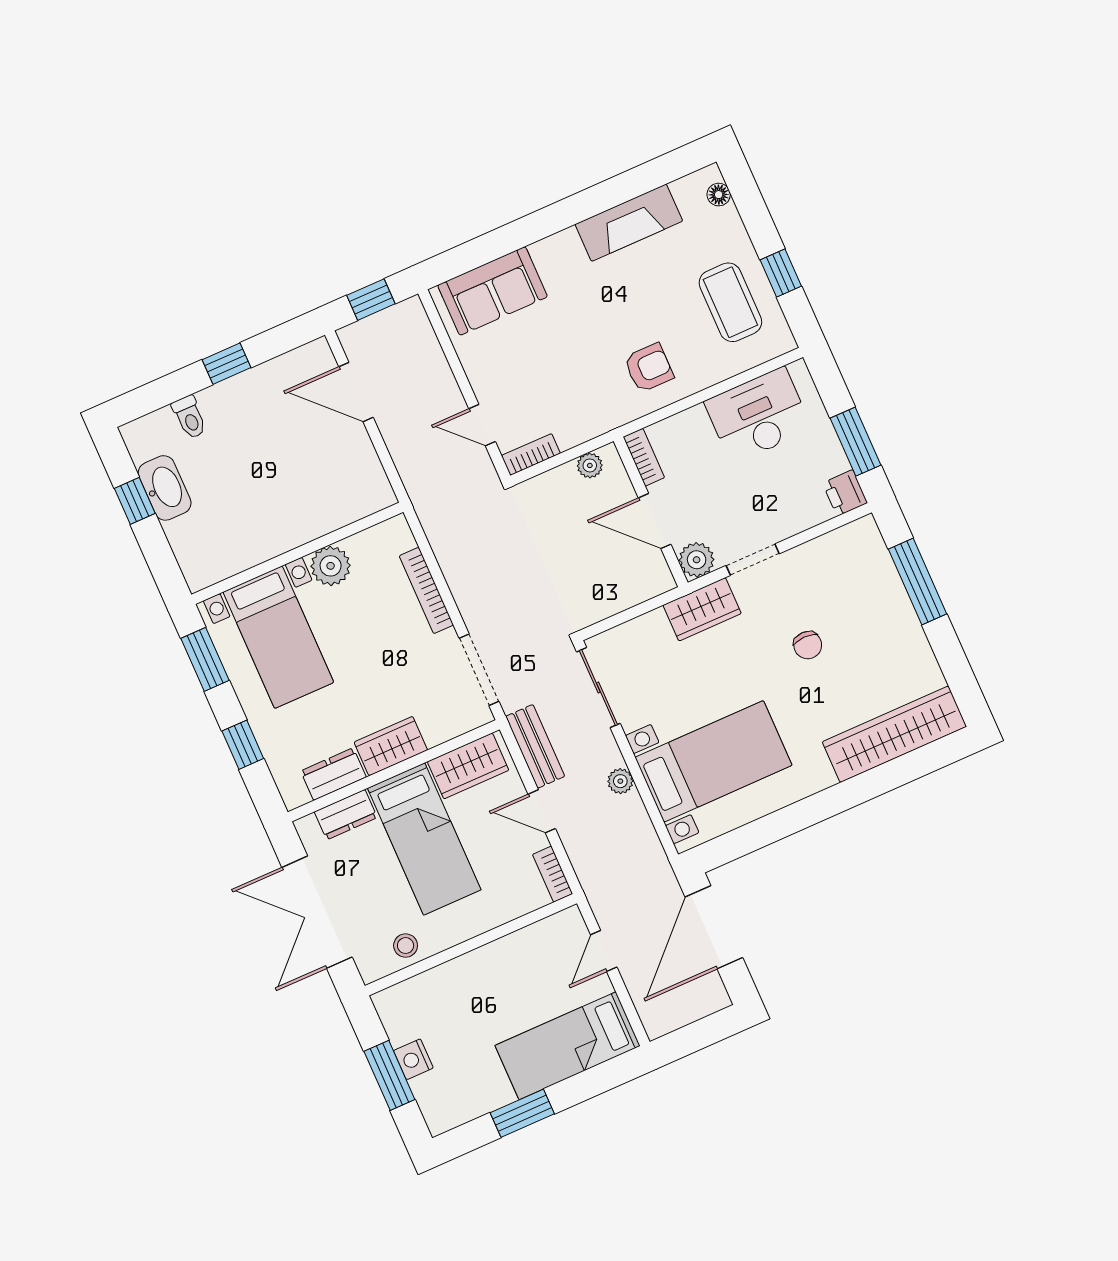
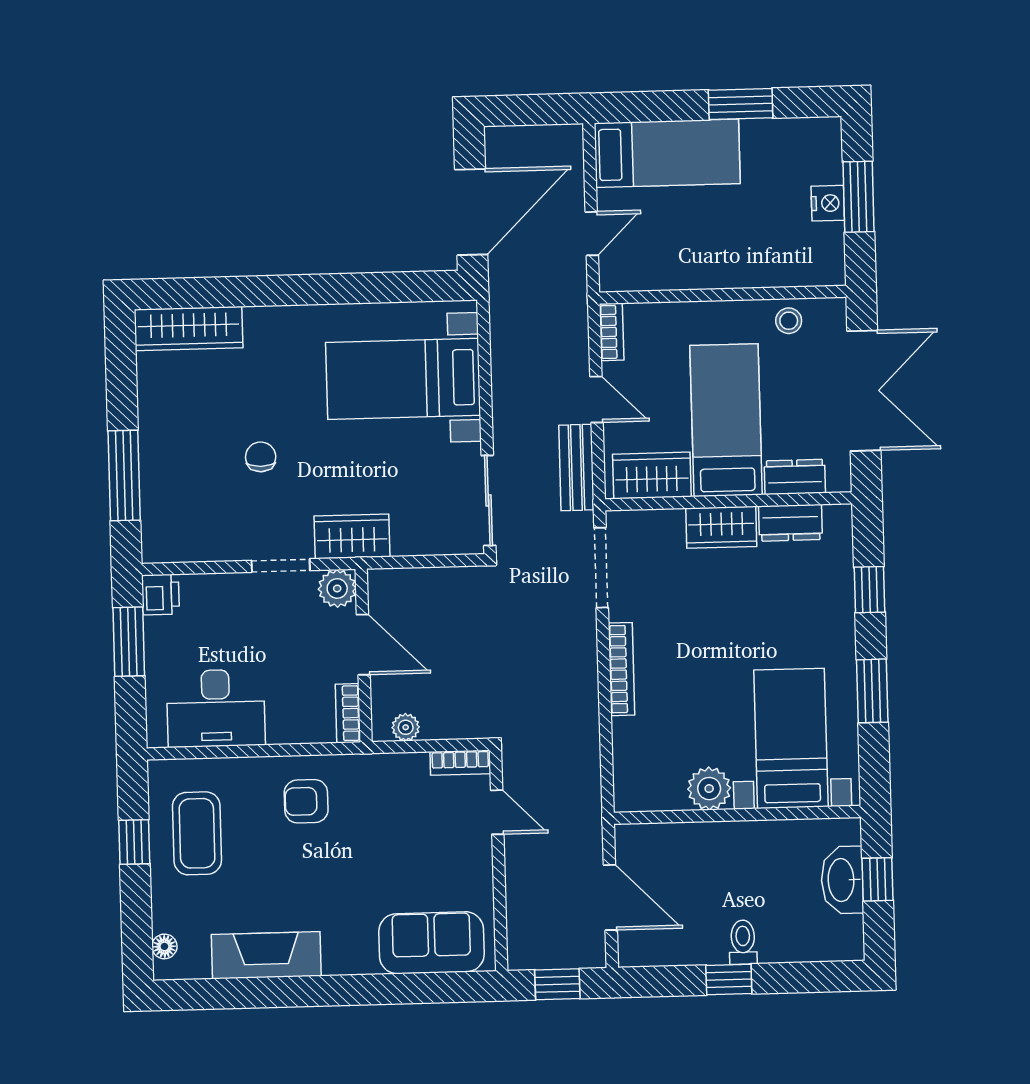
toilet: (189, 417) -> (743, 942), moved
wall: (297, 553) -> (737, 815), moved
plant: (331, 566) -> (709, 789), moved
bed with nightstands: (278, 637) -> (791, 738), moved
wardrobe: (894, 734) -> (189, 329), width x0.71, depth x0.85
plant: (620, 781) -> (505, 397), removed

